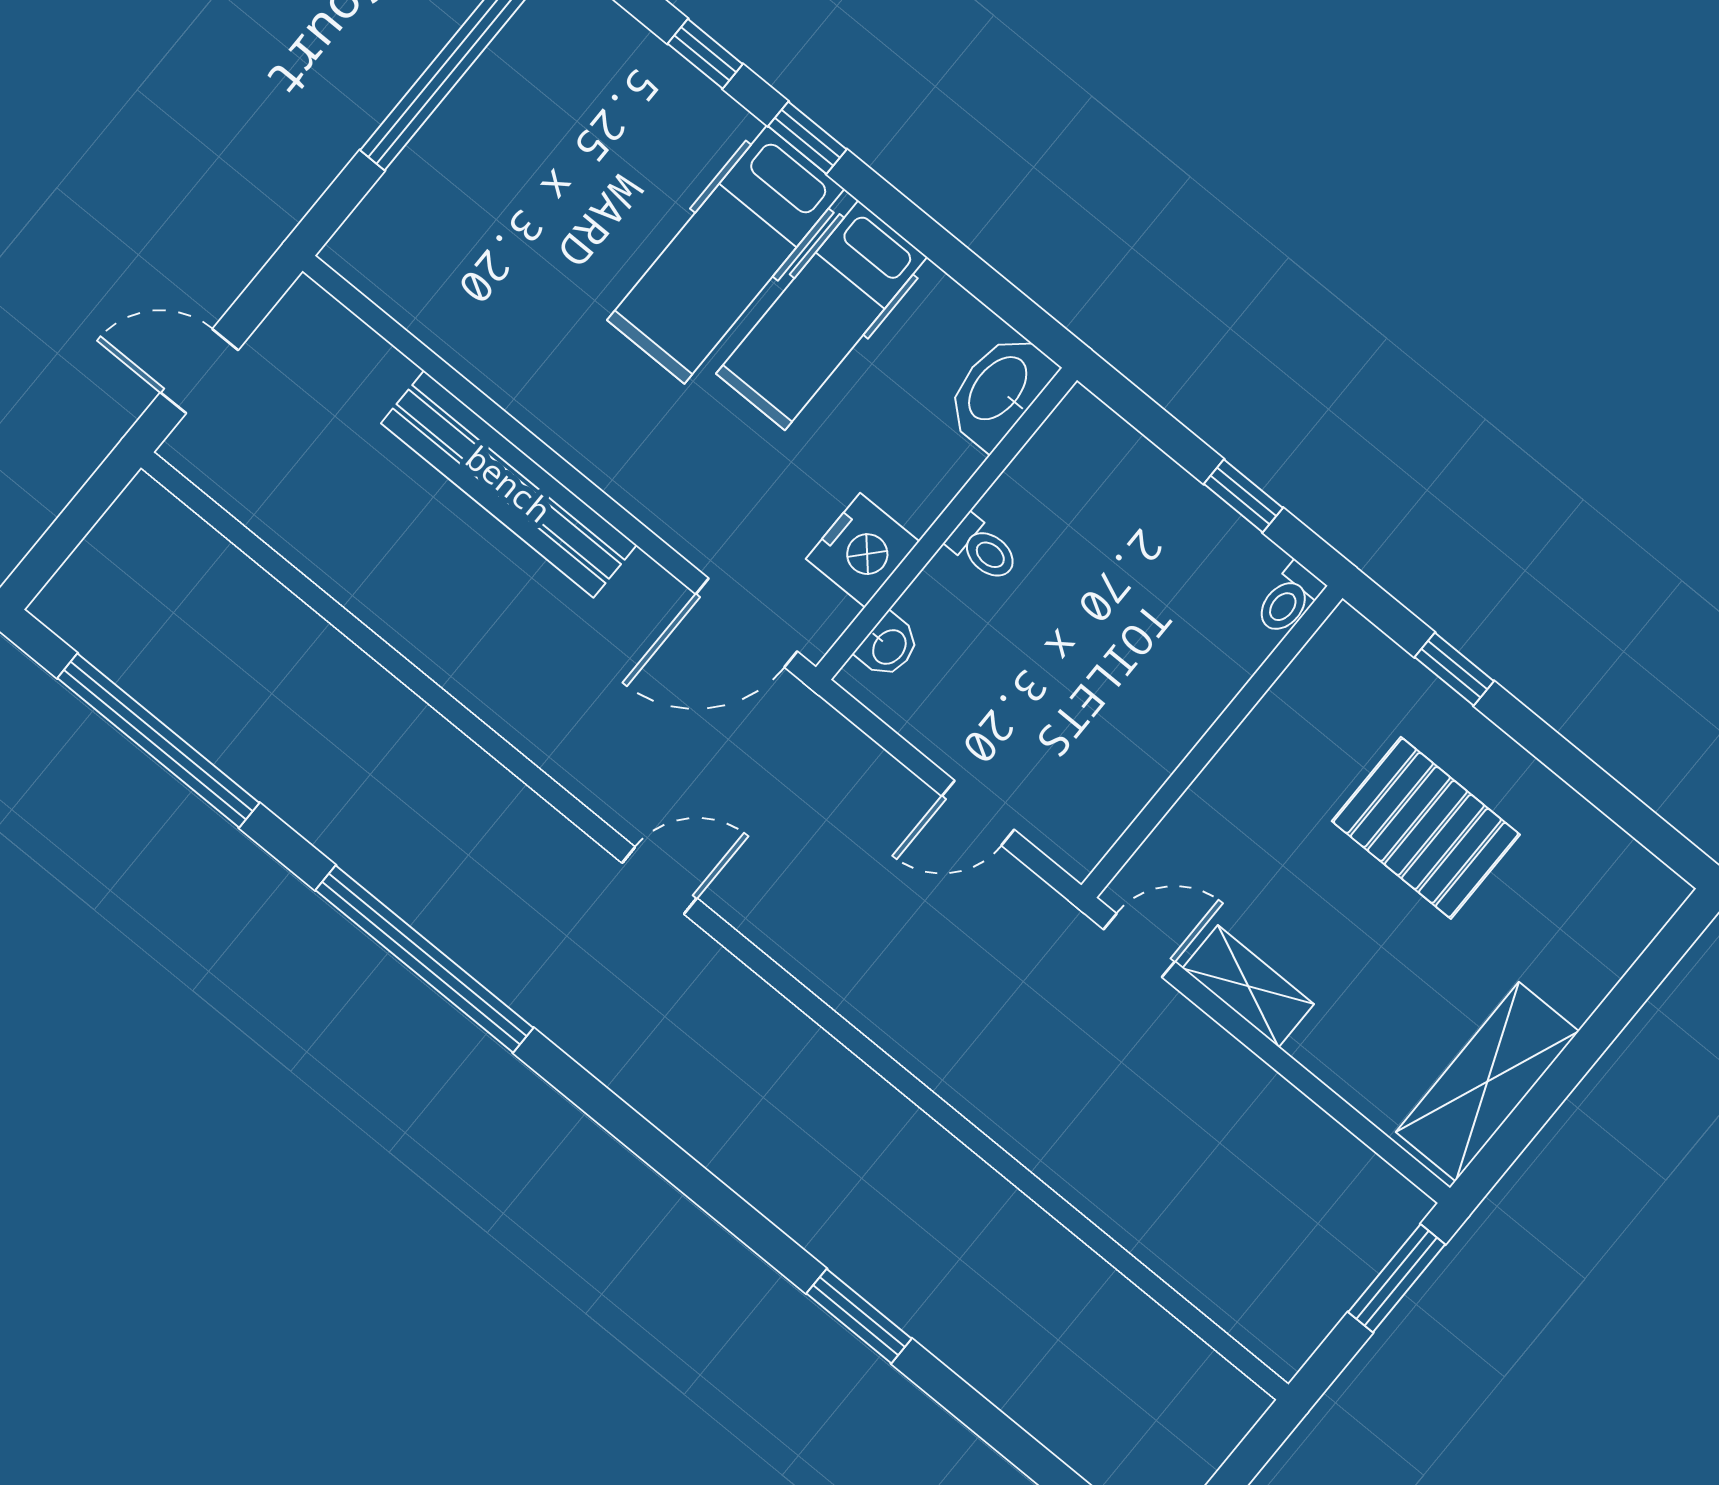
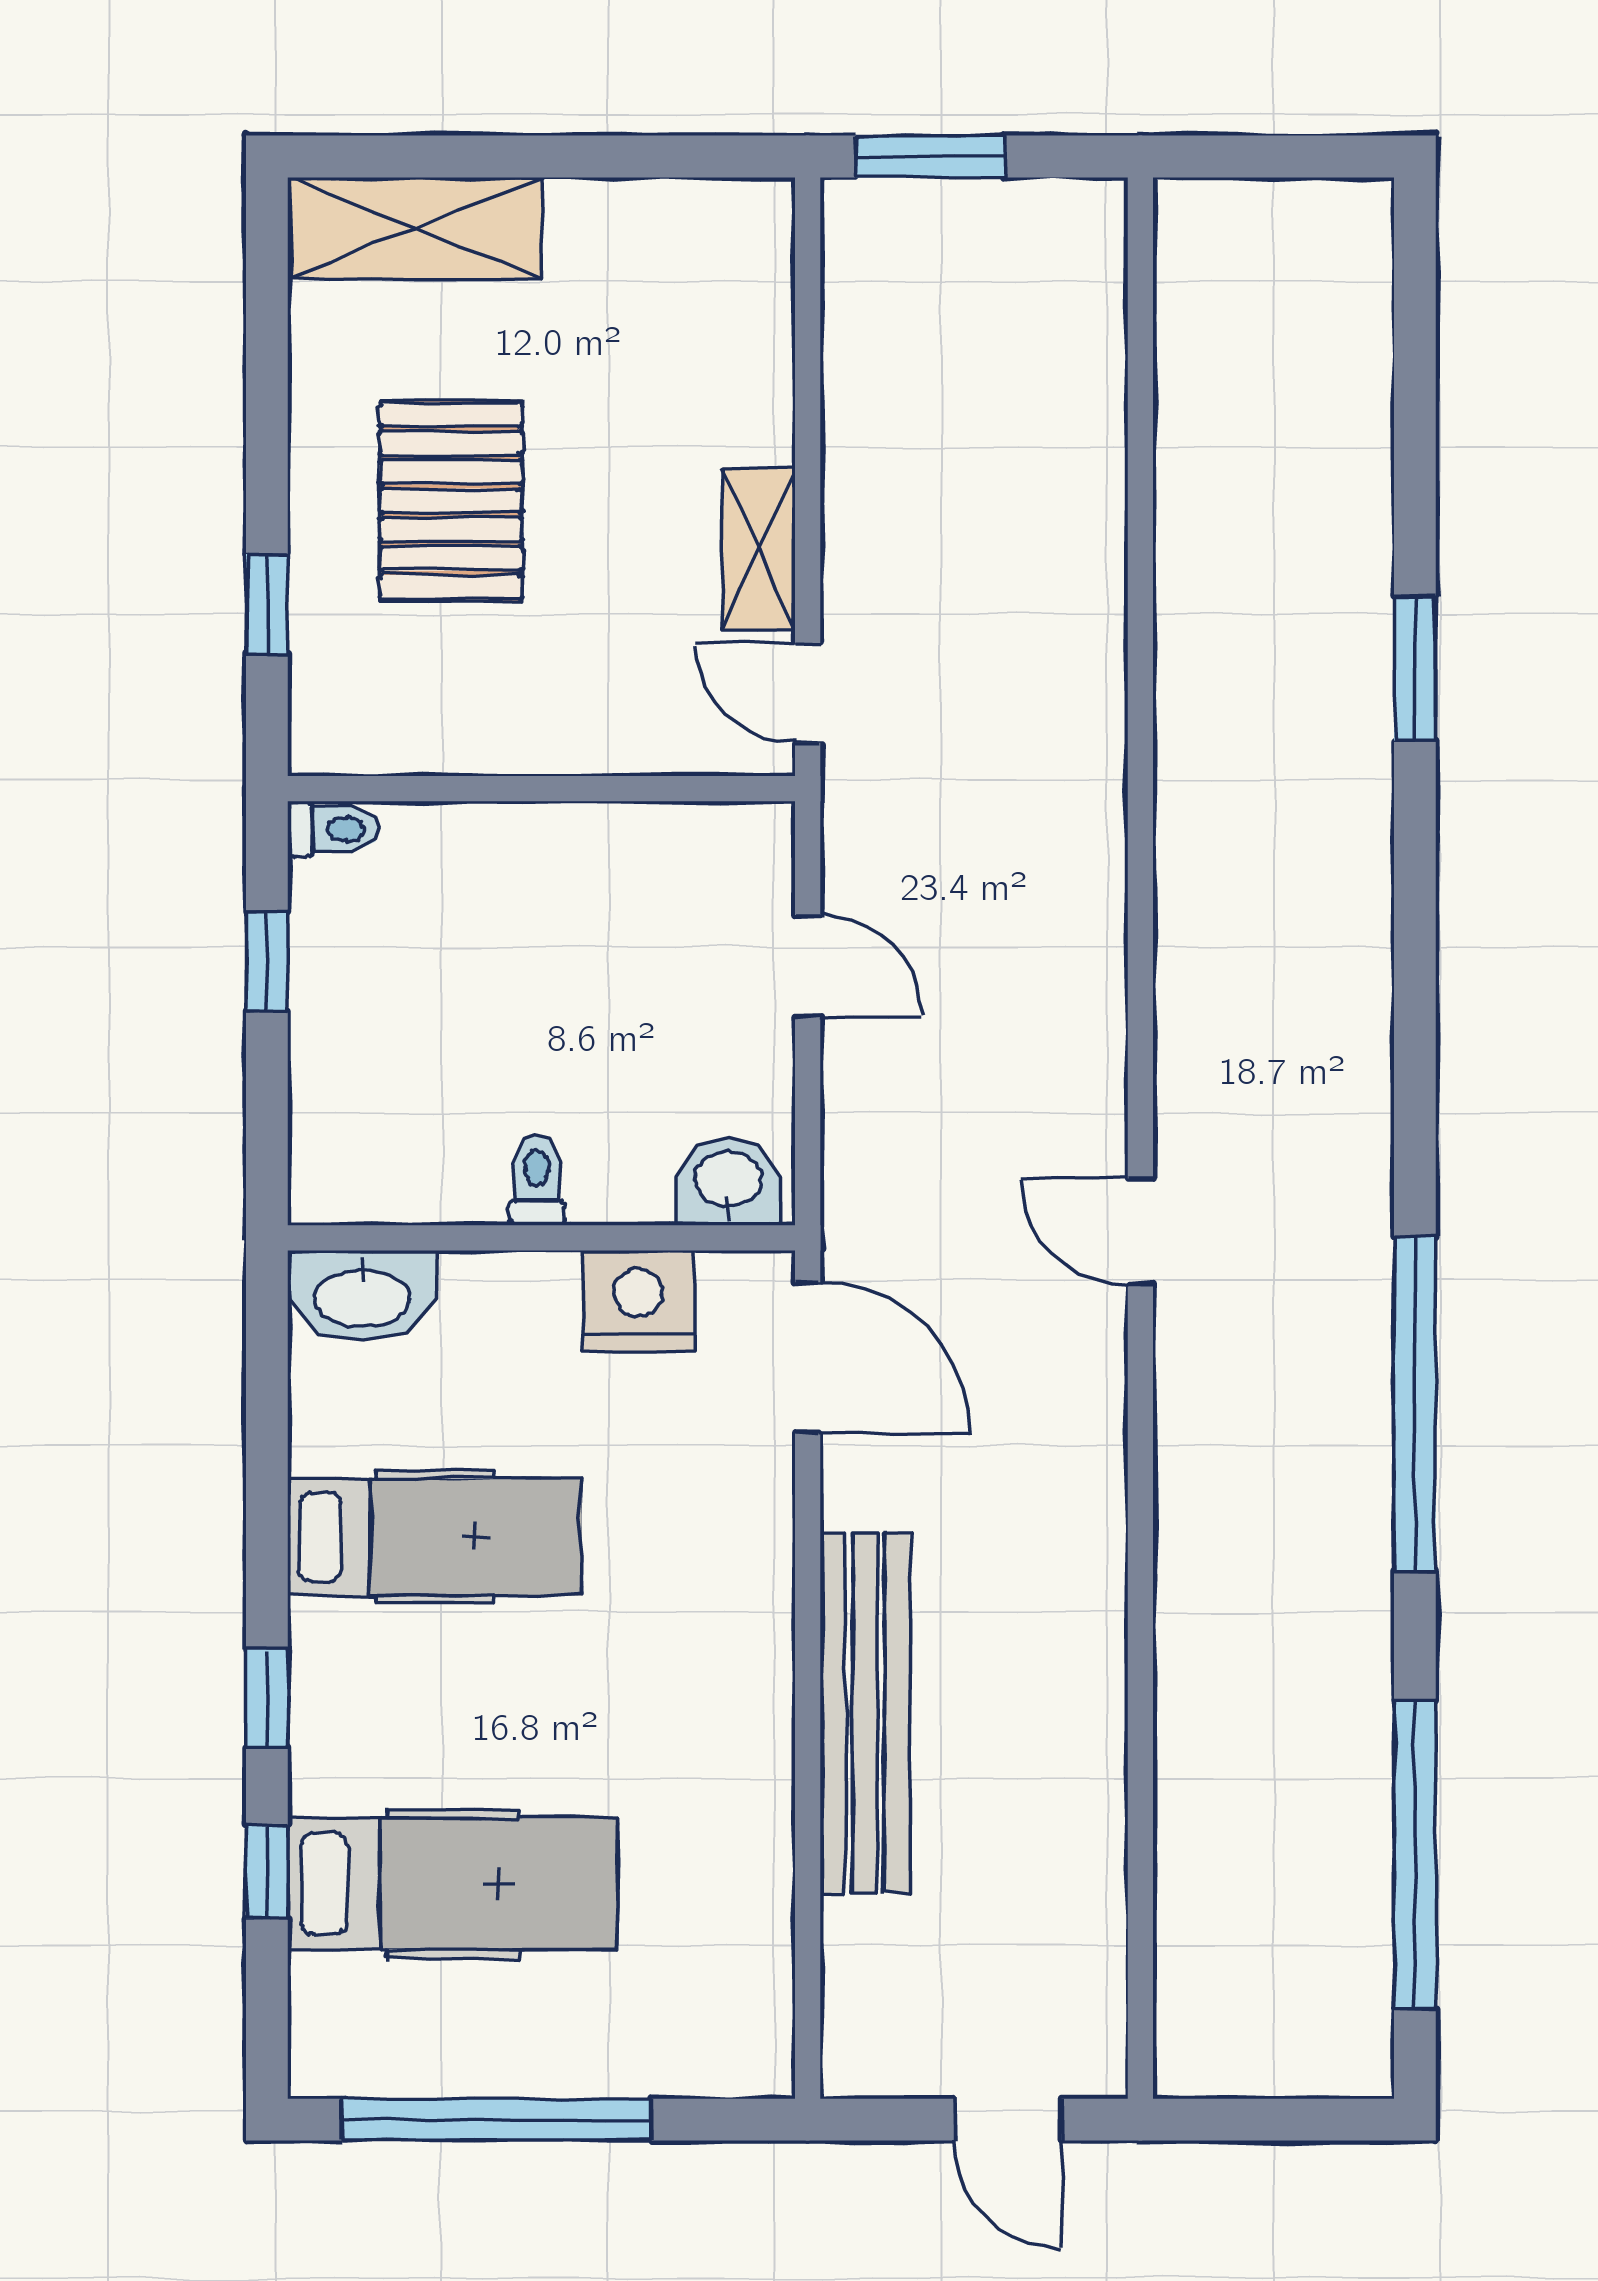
hospital bed: (726, 254) -> (453, 1884), moved
washbasin: (888, 646) -> (728, 1181), width x1.38, depth x1.45
shelving: (1487, 1082) -> (415, 228), moved

